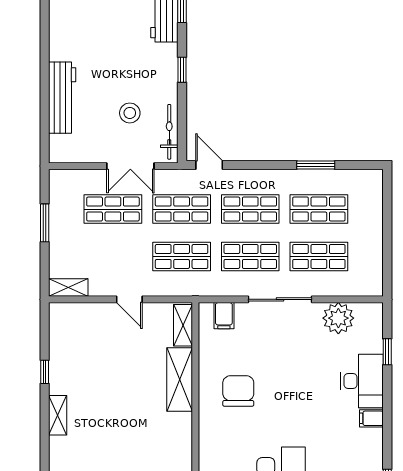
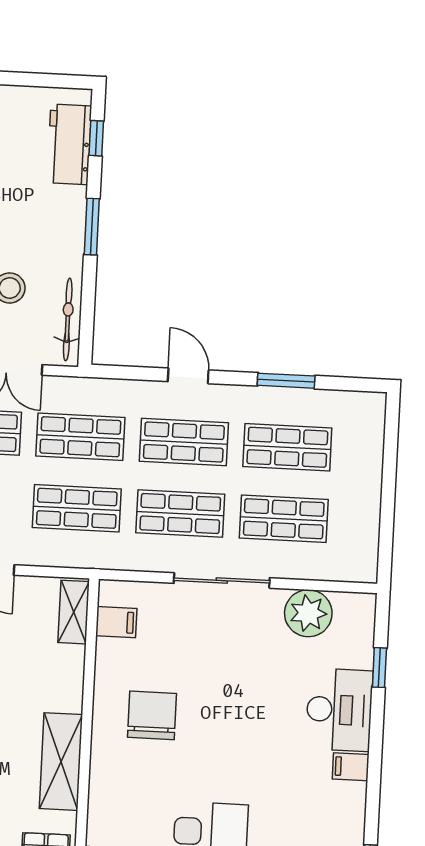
window: (182, 70) -> (92, 227), width x1.50
door: (209, 165) -> (188, 376), moved
filing cabinet: (224, 316) -> (116, 622), moved, turned -90
shelving: (180, 380) -> (61, 762), moved

